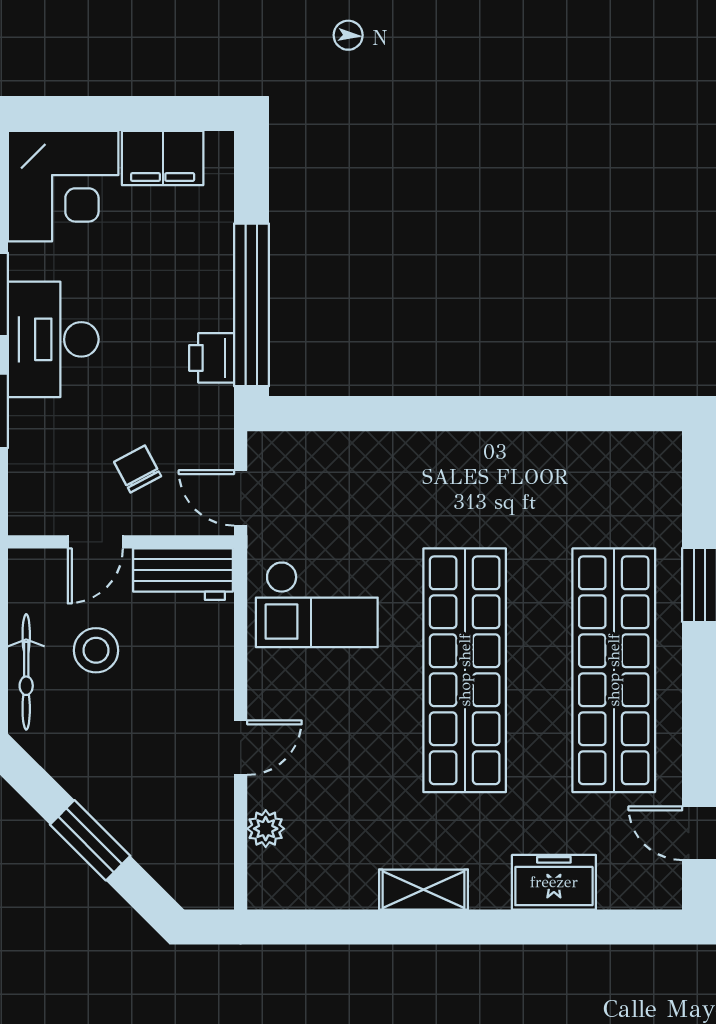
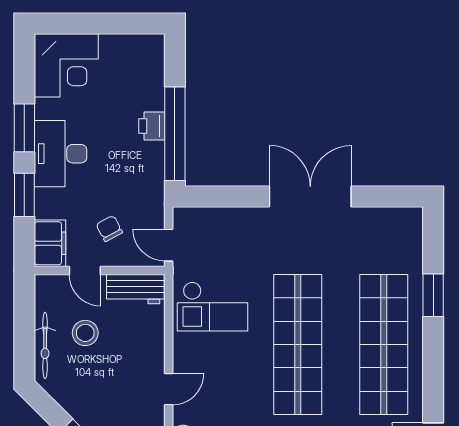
filing cabinet: (163, 158) -> (50, 243), moved, turned -90
printer: (212, 358) -> (152, 126), moved
double door: (486, 414) -> (310, 197), added
door: (95, 542) -> (85, 270), hinge flipped

